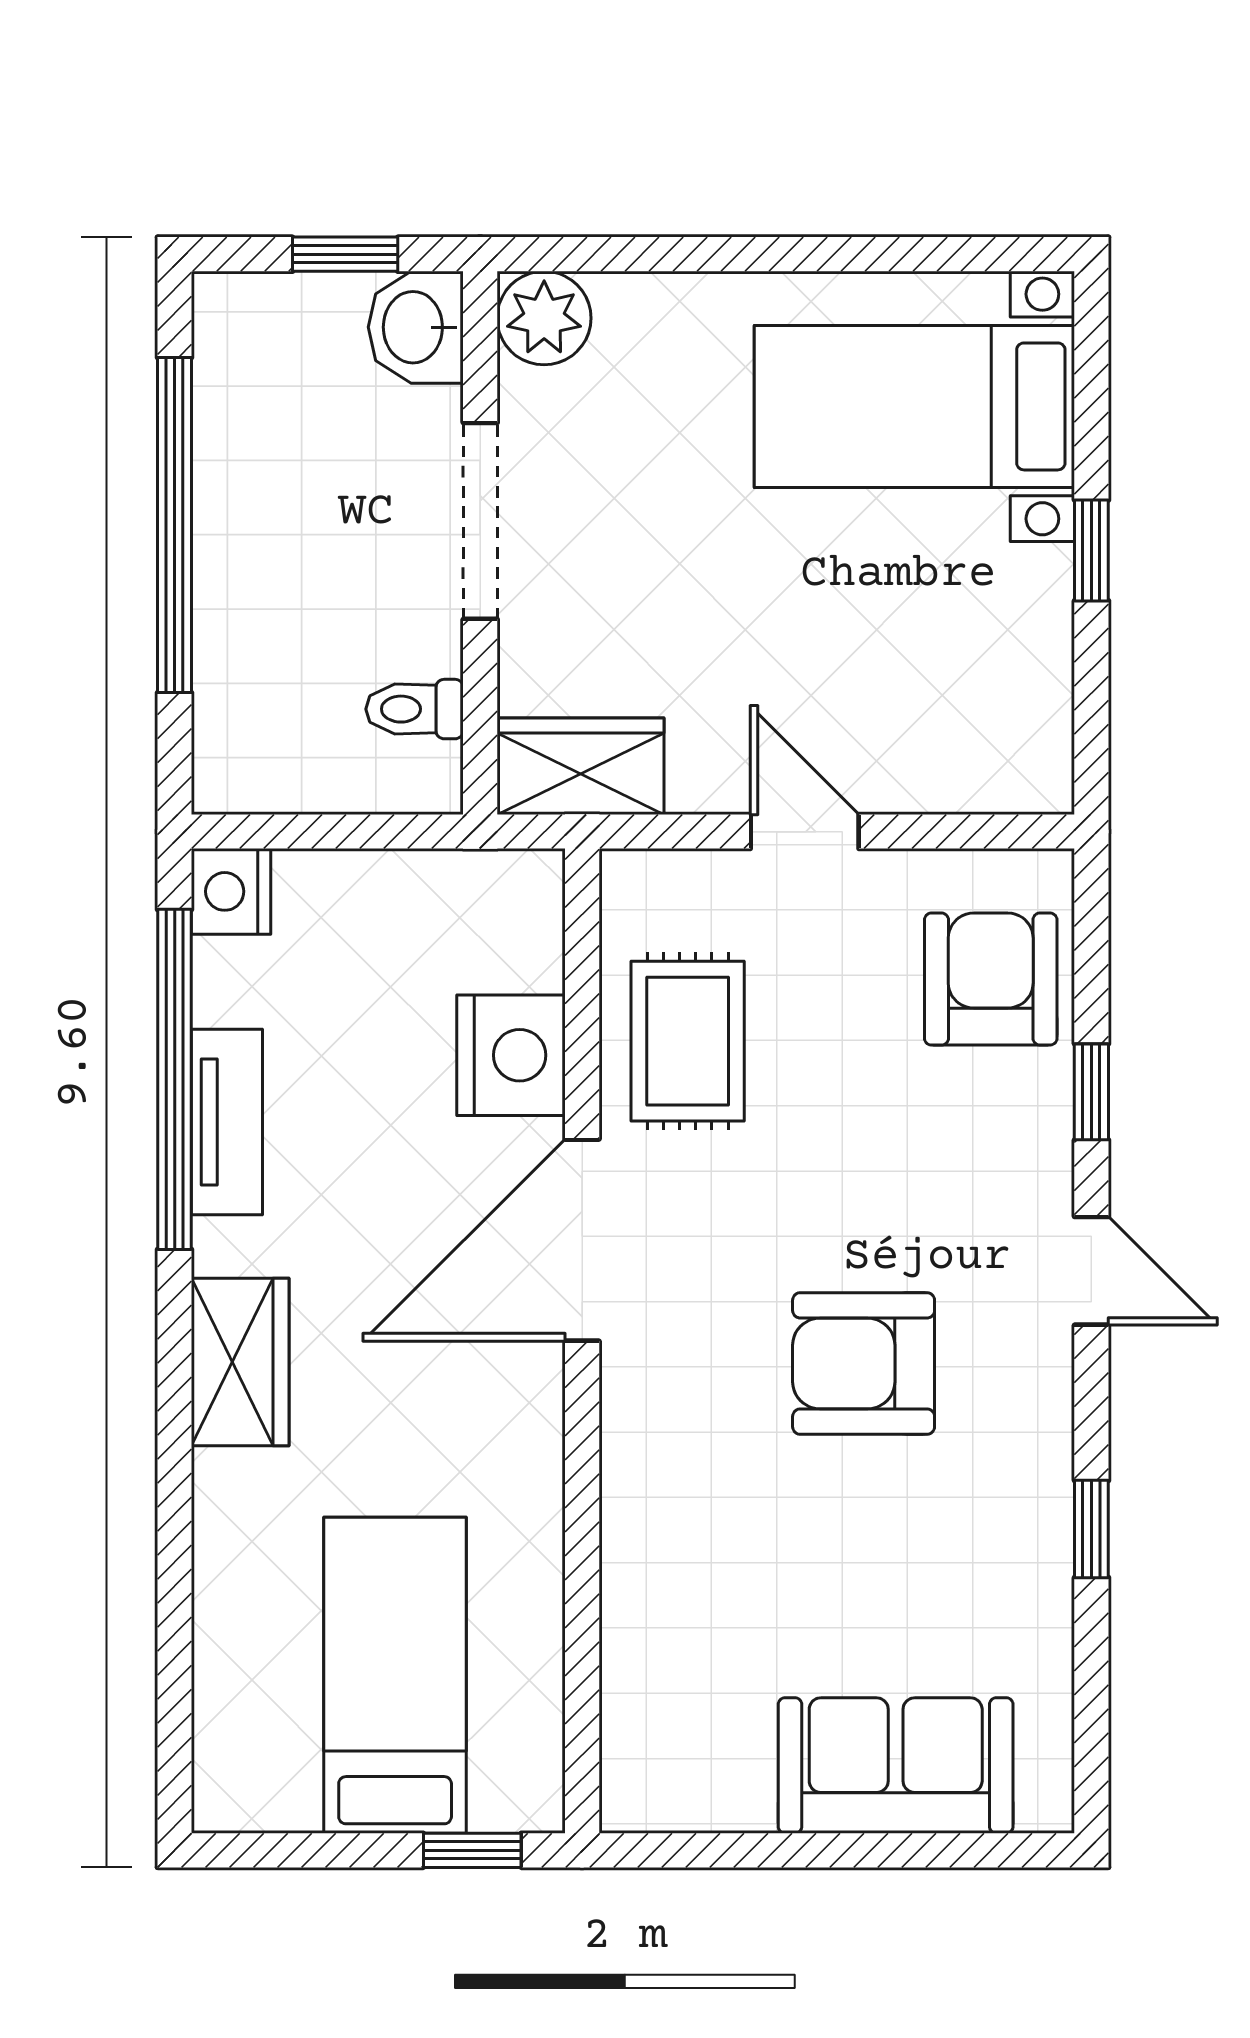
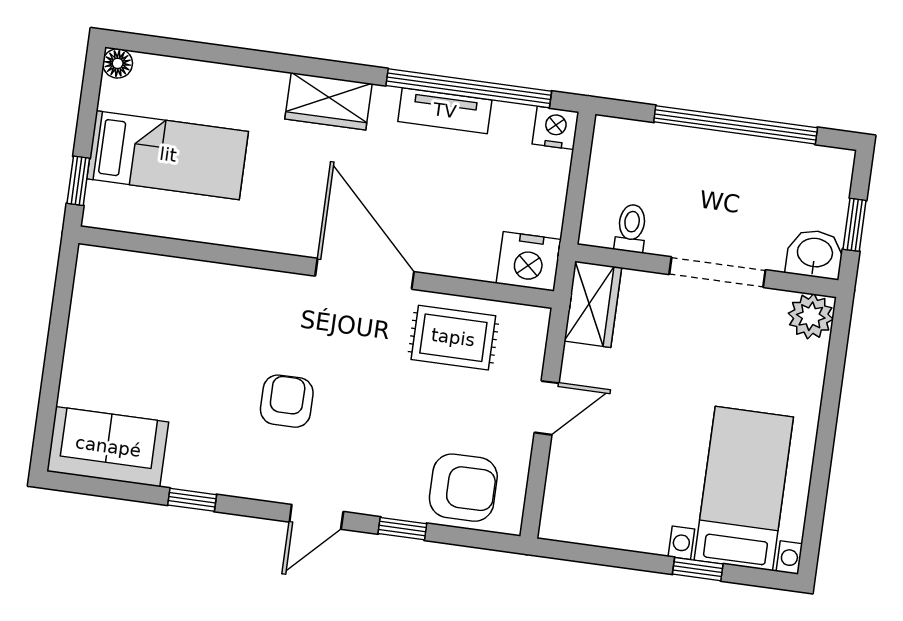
window: (1091, 550) -> (698, 569), moved
nightstand: (511, 1055) -> (529, 261), moved
armchair: (864, 1363) -> (287, 401), width x0.72, depth x0.72
sofa: (896, 1765) -> (108, 447), moved, turned -90
floor lamp: (222, 1803) -> (118, 63), added

